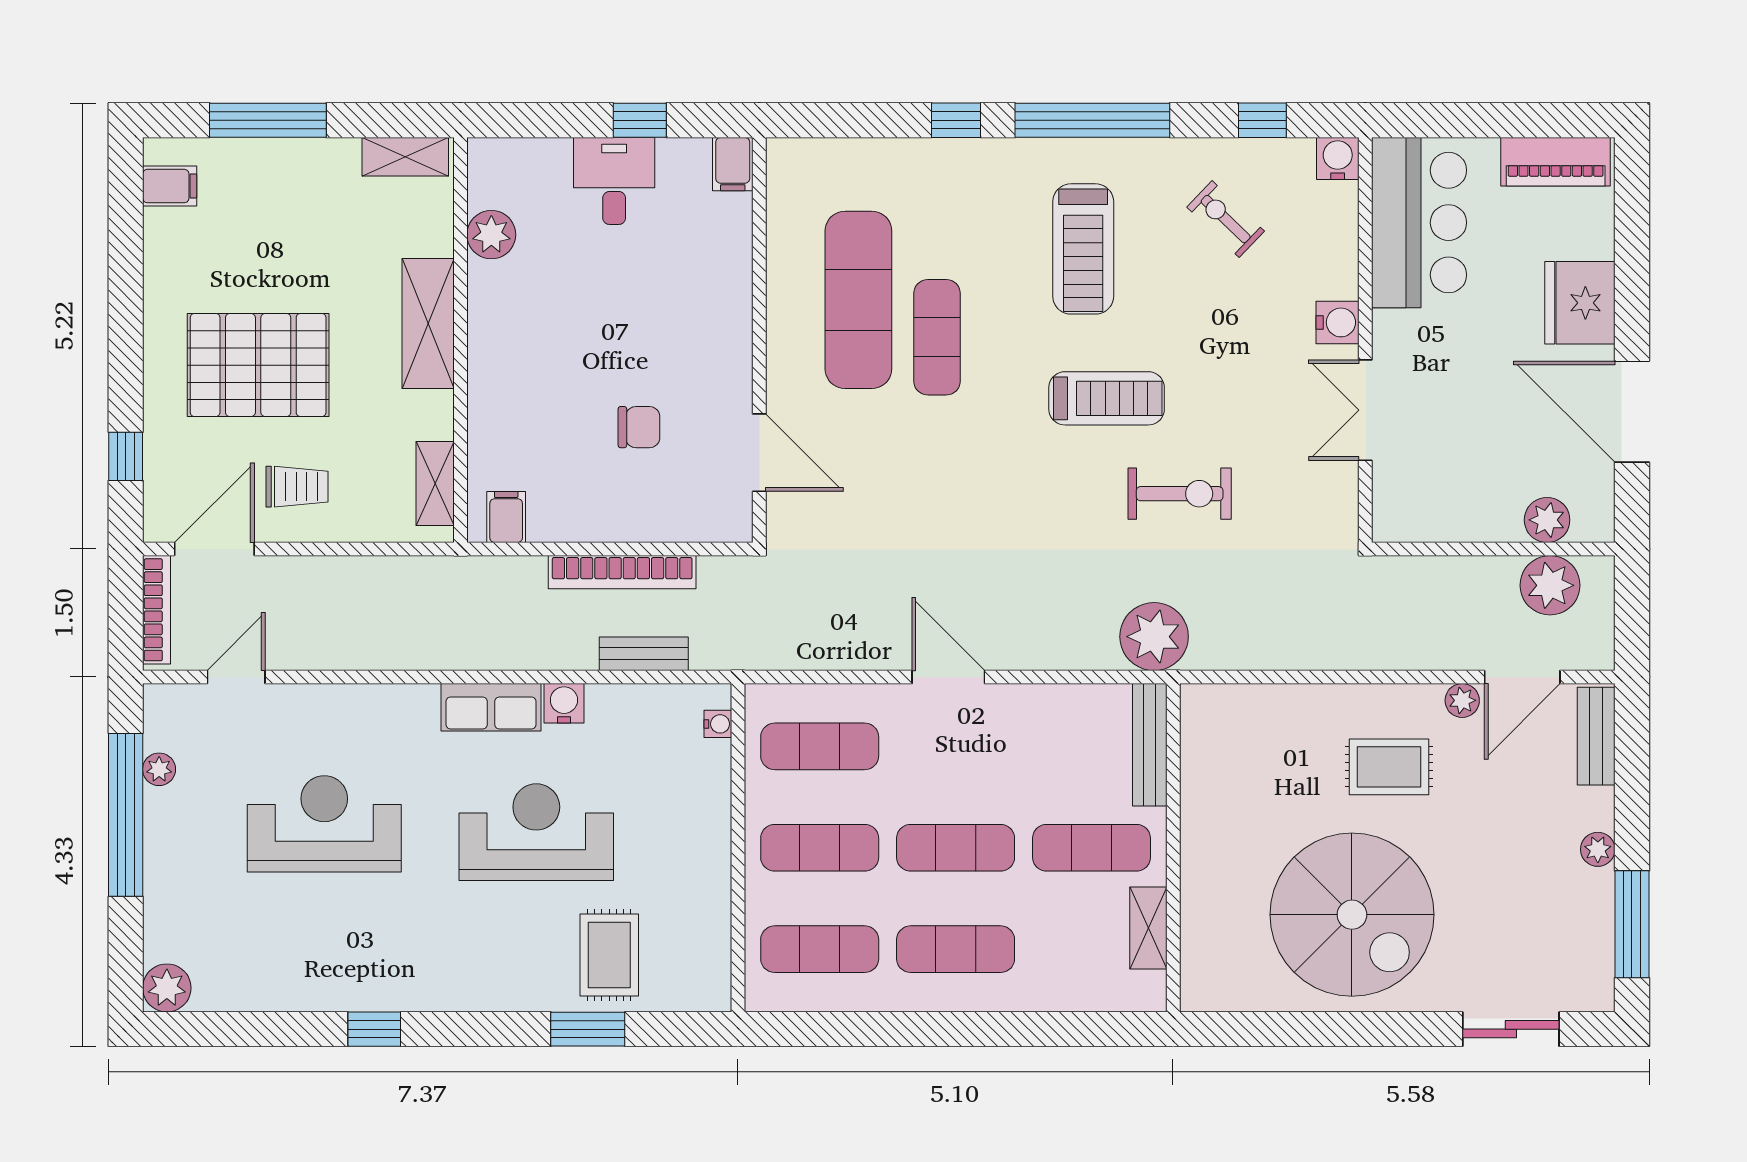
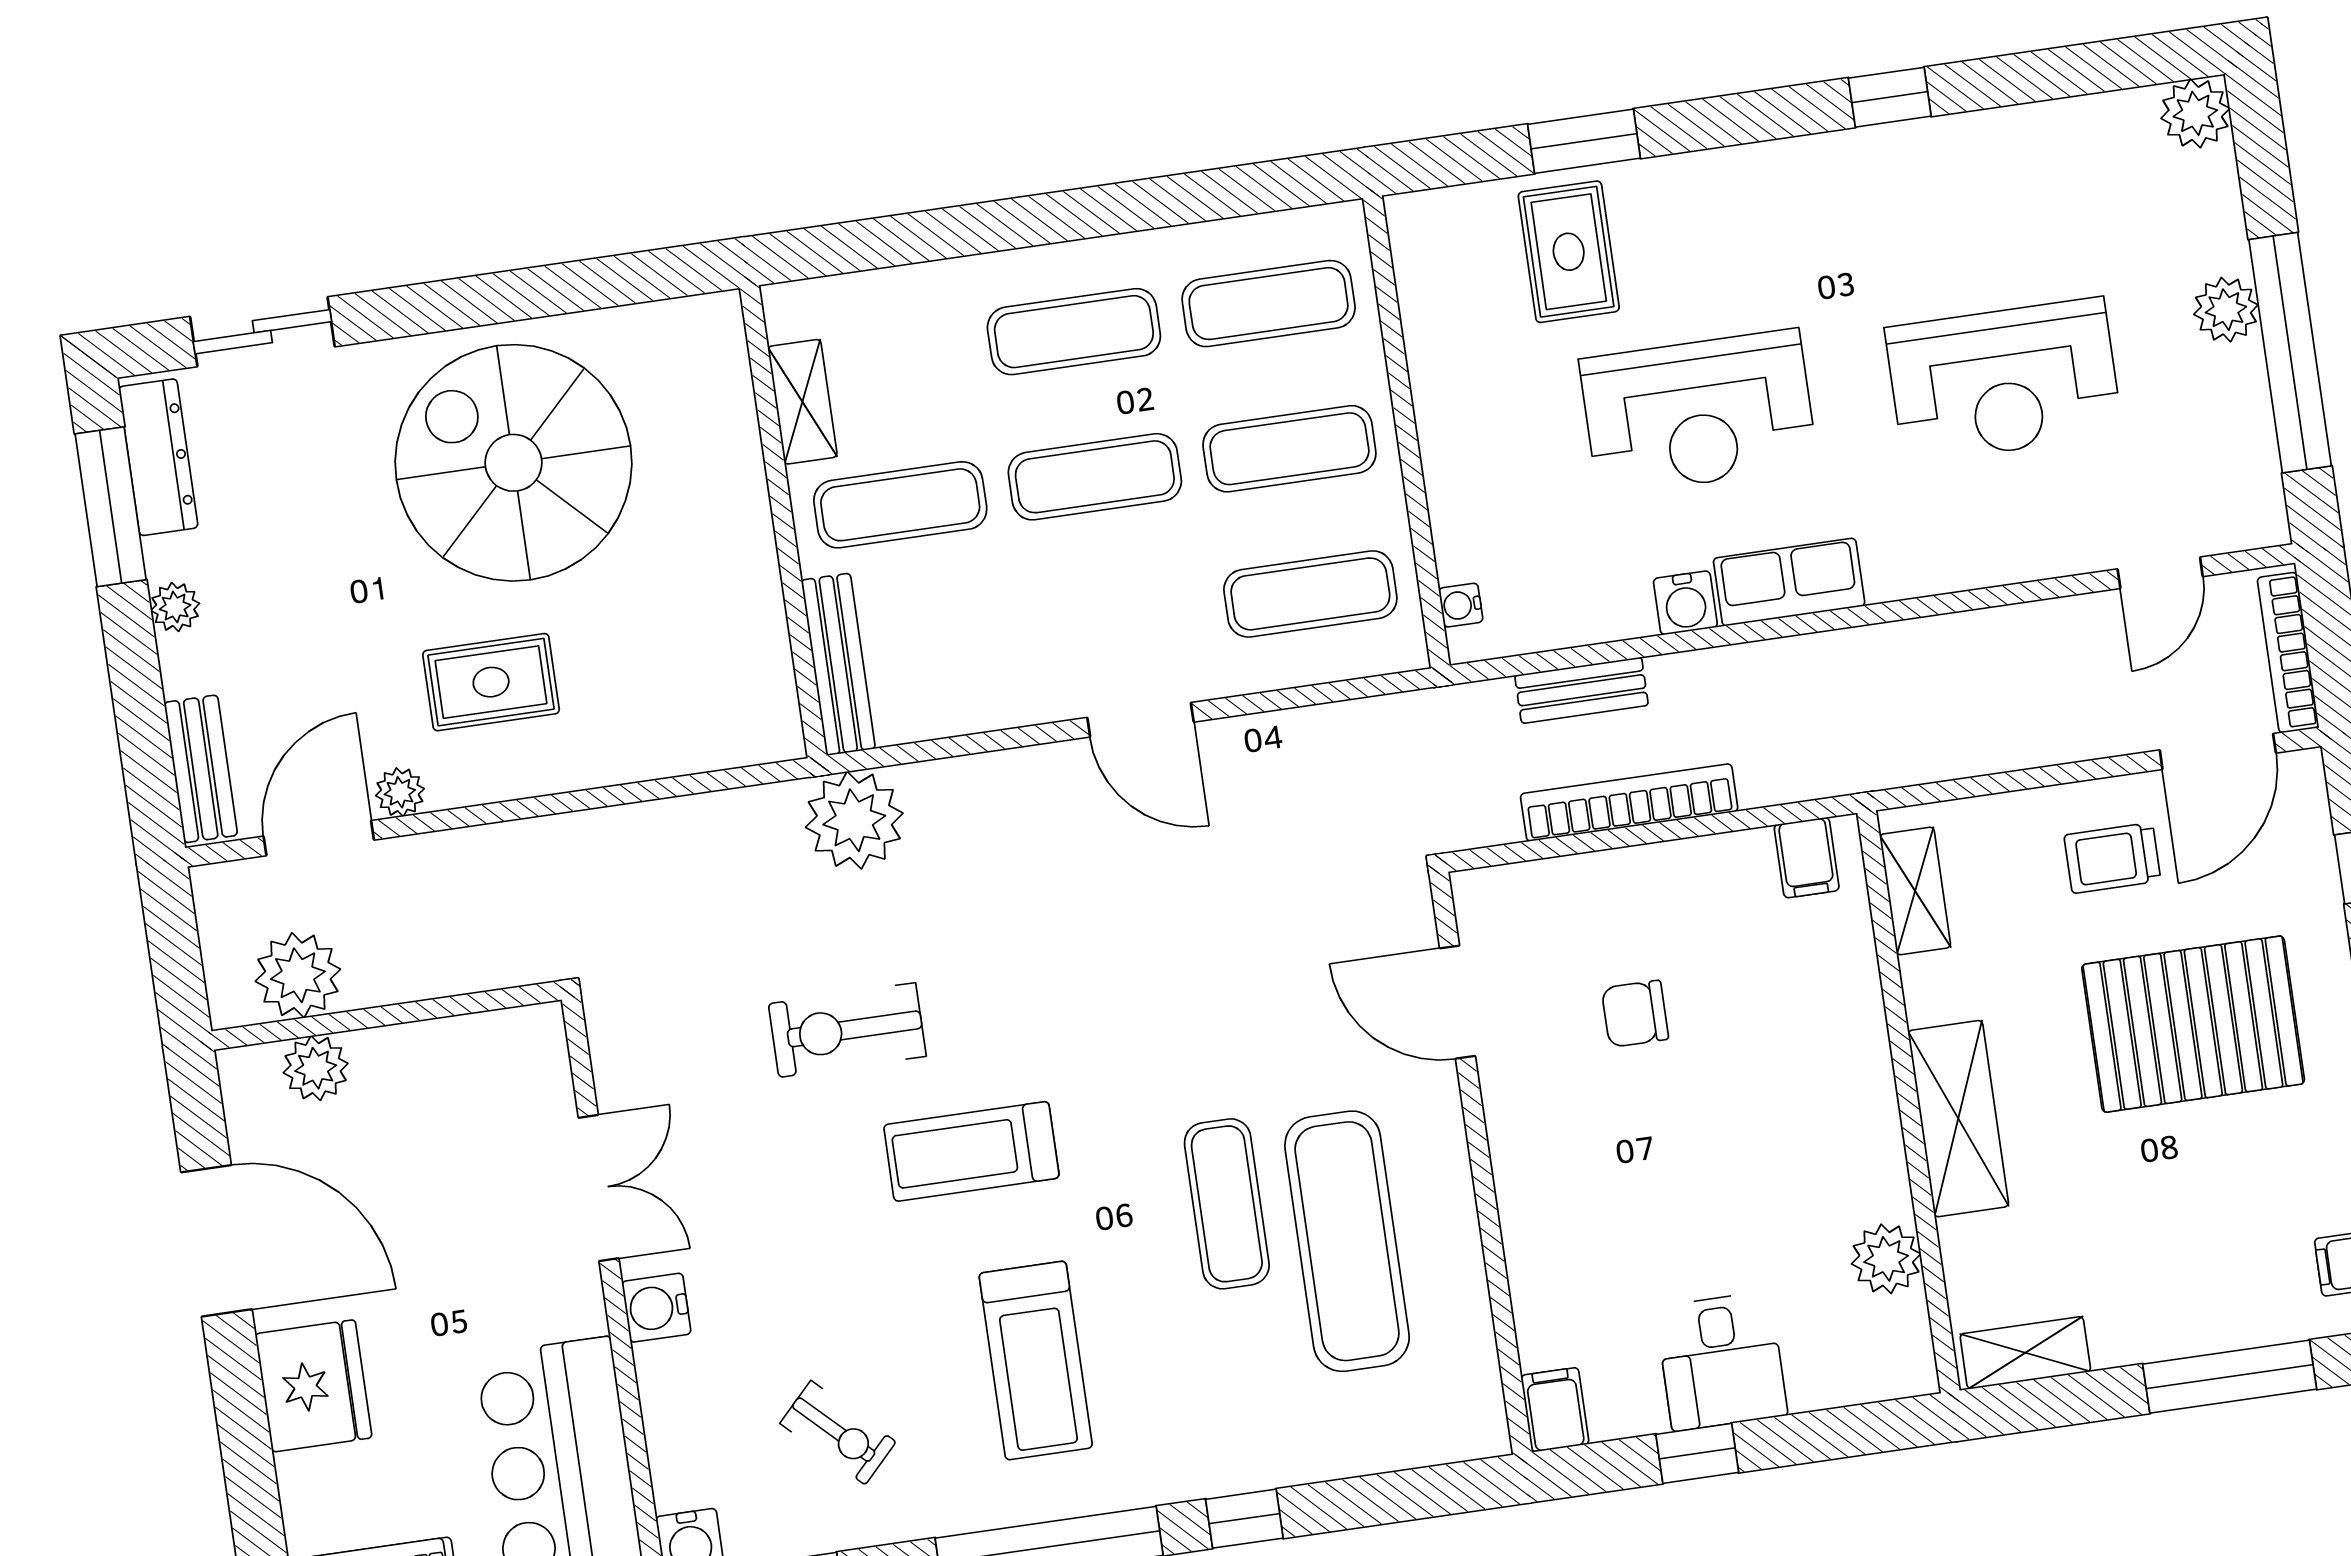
treadmill: (1083, 249) -> (1036, 1360), turned 180
plant: (159, 769) -> (2226, 310), moved, width x1.38, depth x1.38
dresser: (1594, 954) -> (158, 457), added

